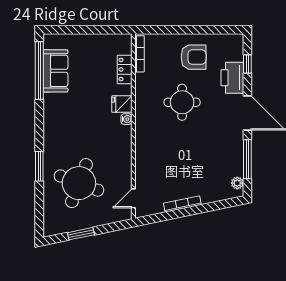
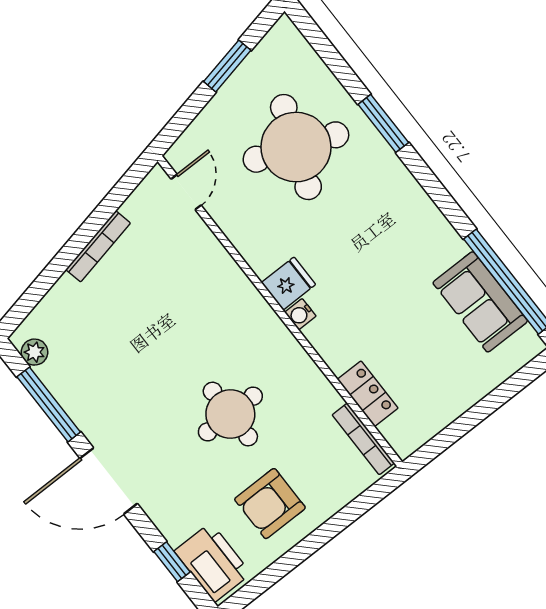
printer: (232, 78) -> (213, 562), moved
fridge: (122, 104) -> (288, 283), moved

